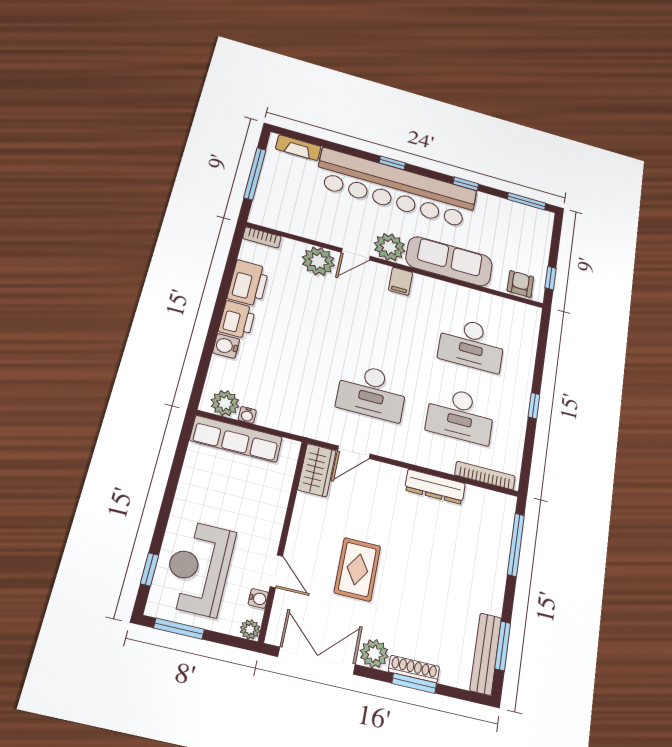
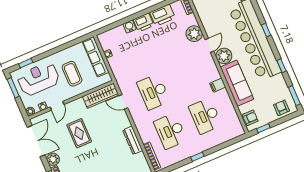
armchair: (534, 231) -> (281, 108), added
door: (356, 254) -> (209, 45), swing flipped
filing cabinet: (401, 281) -> (218, 85), moved
plant: (225, 403) -> (106, 43), removed
wardrobe: (317, 470) -> (101, 96), width x1.50
coffee table: (236, 501) -> (72, 74), added
rug: (357, 569) -> (79, 133), turned 90

